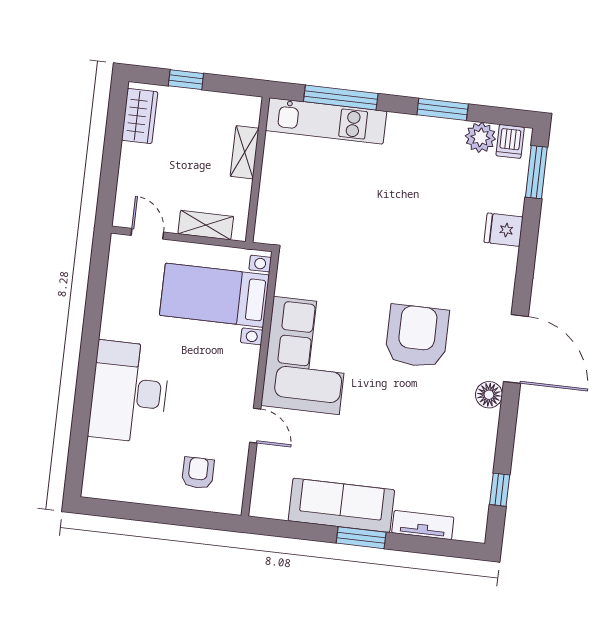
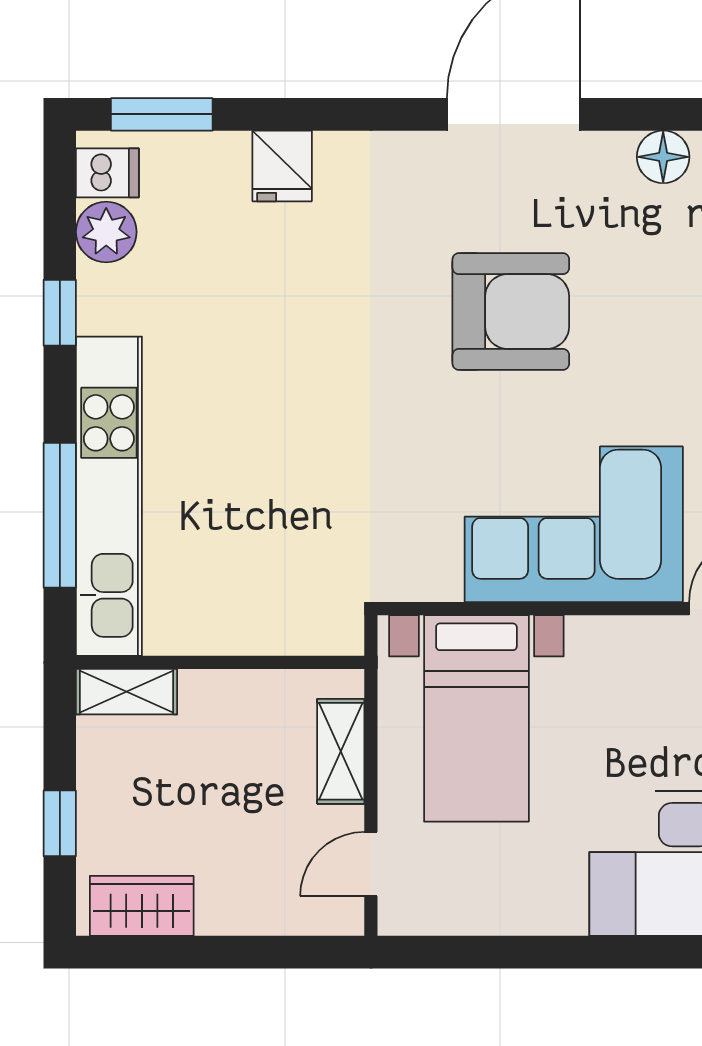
window: (443, 109) -> (60, 313), width x0.67
kitchen unit: (326, 121) -> (109, 496), width x1.36
shelving: (245, 152) -> (127, 692), moved
armchair: (417, 336) -> (511, 311), turned 180
floor lamp: (489, 395) -> (663, 157), moved

